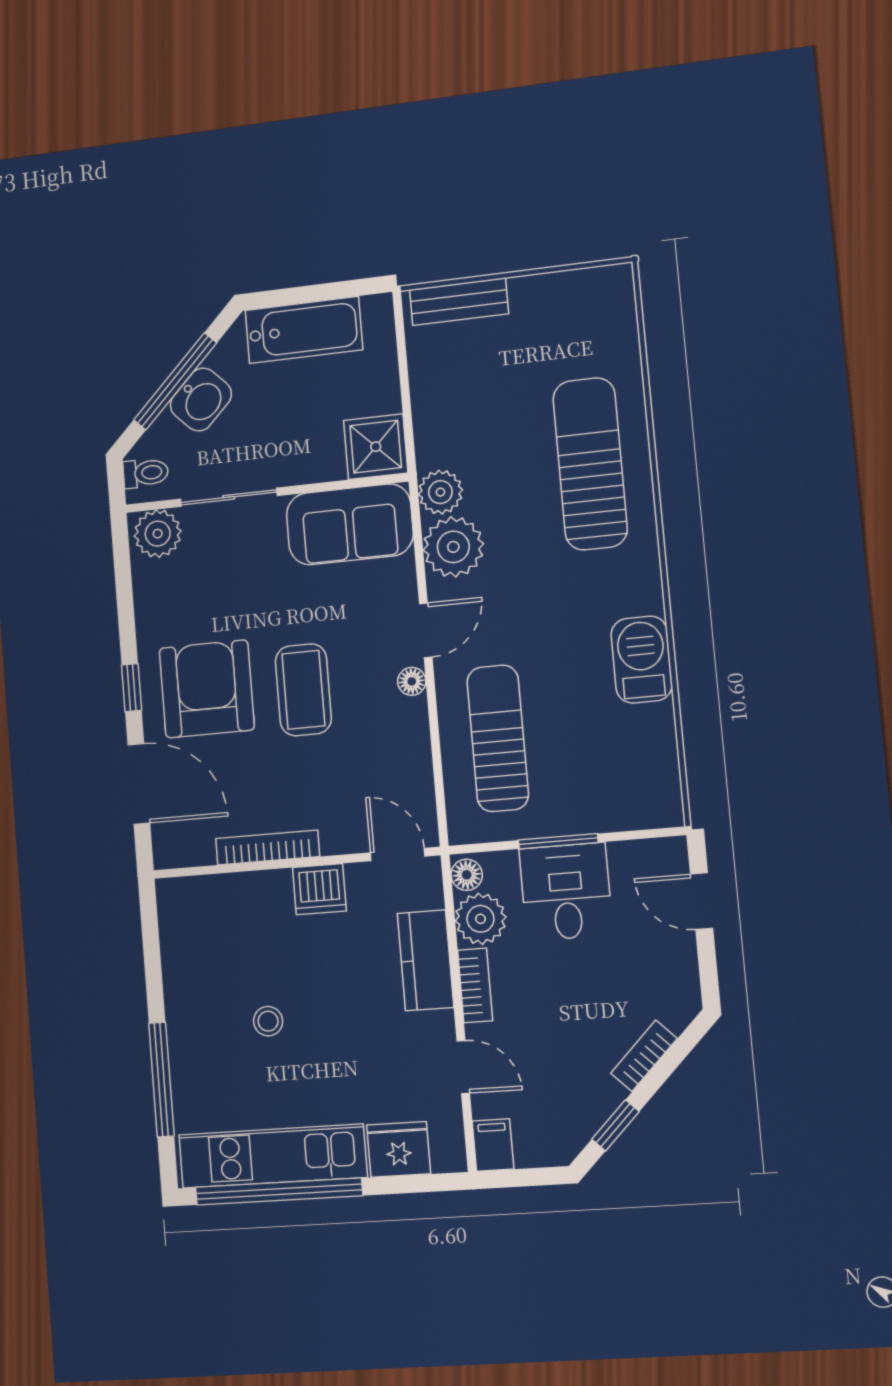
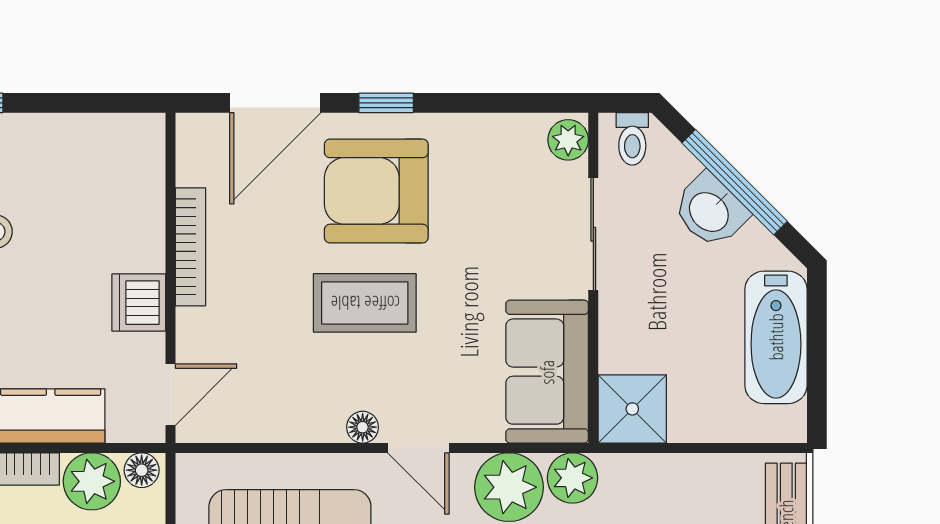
plant: (158, 534) -> (568, 140), width x0.73, depth x0.73
armchair: (207, 689) -> (376, 191), turned 180

